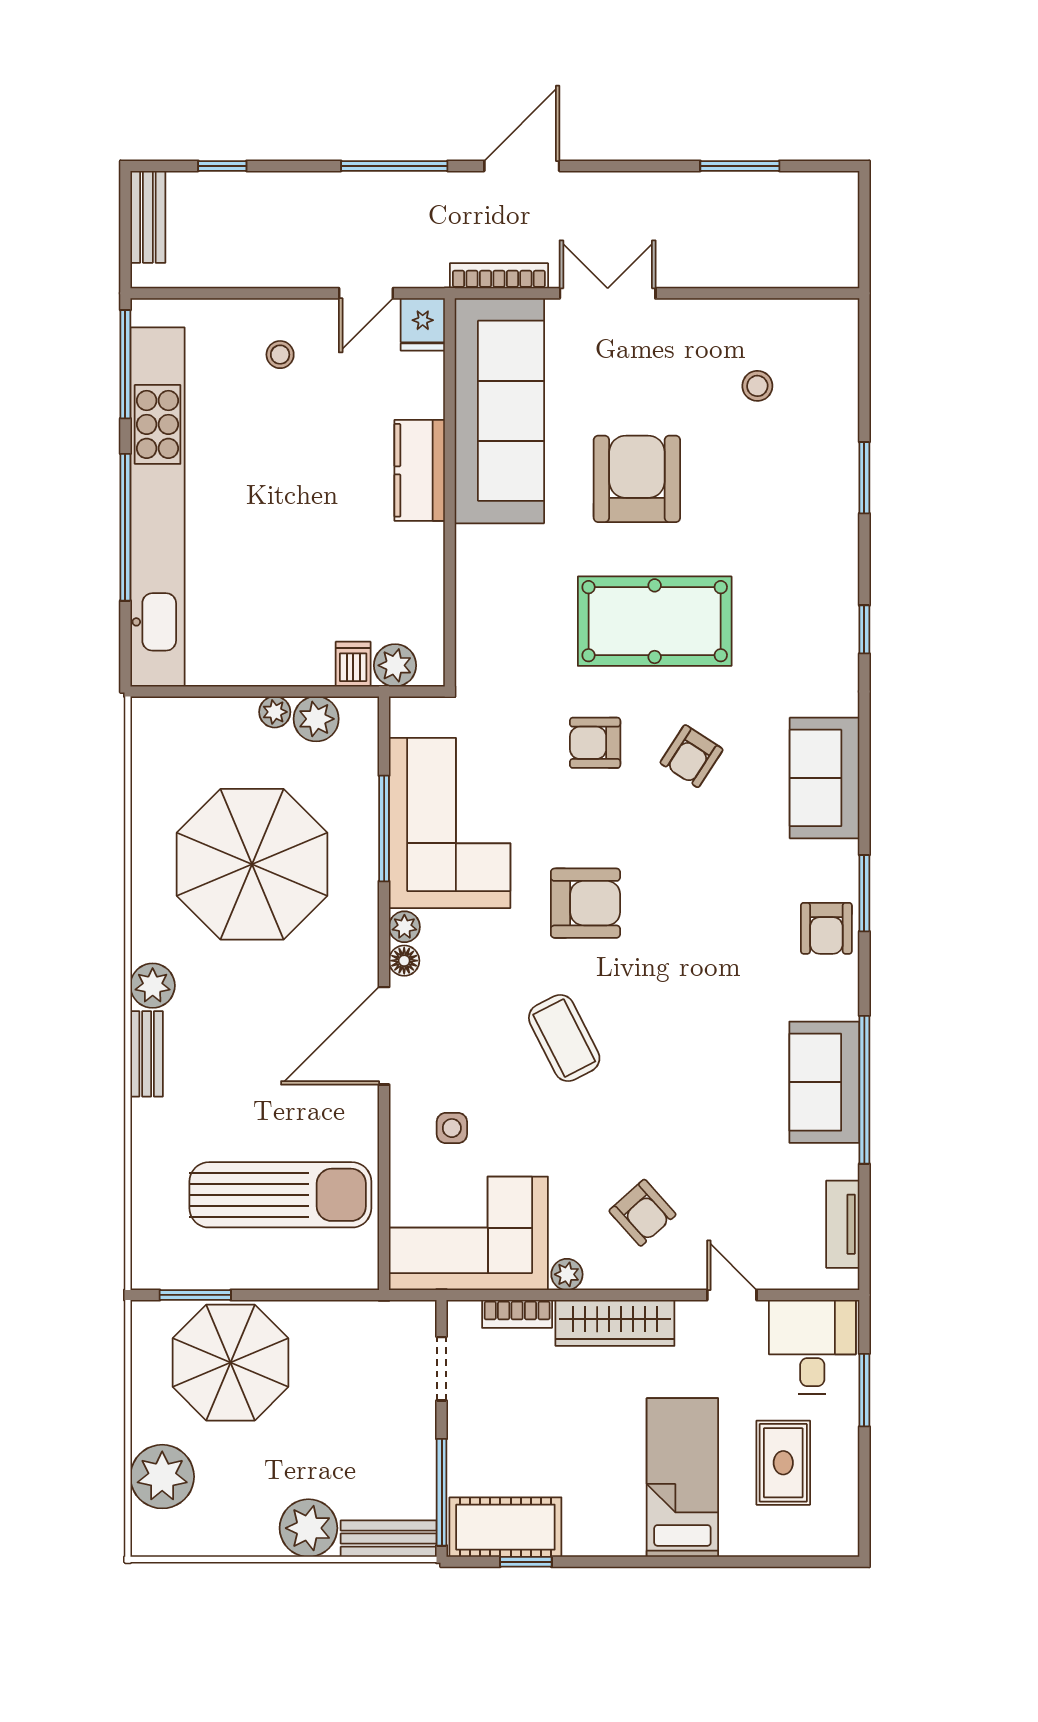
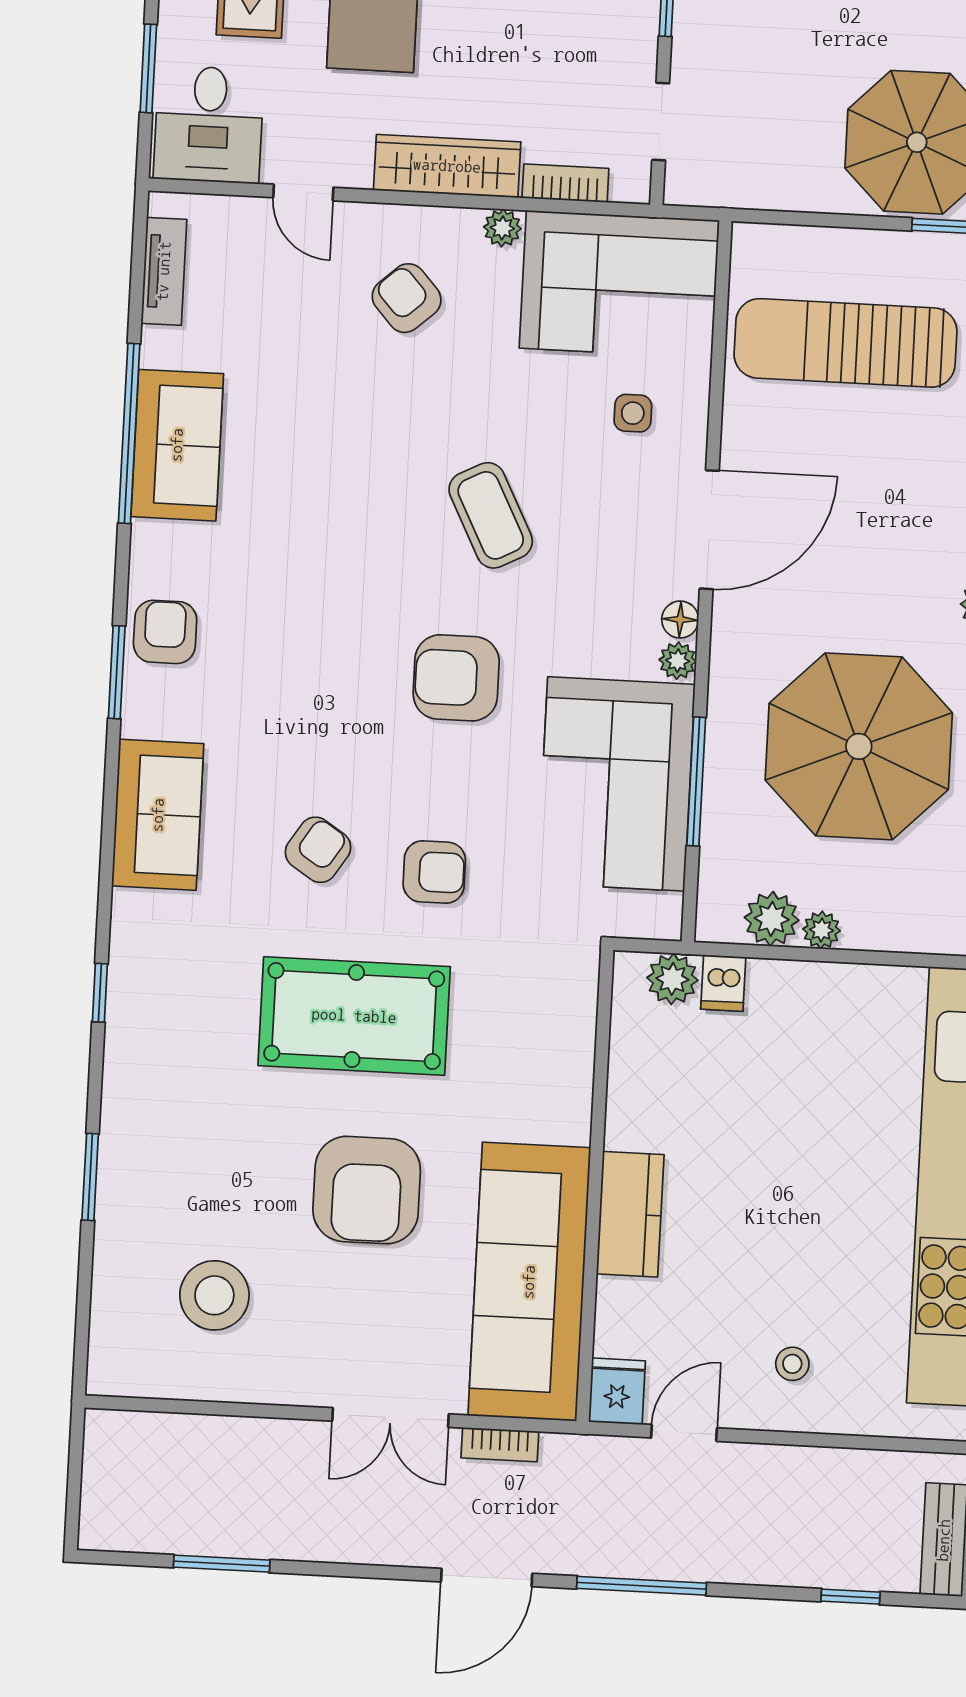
bookcase: (499, 276) -> (500, 1445), width x0.64
stool: (757, 386) -> (214, 1295), width x1.89, depth x1.89

